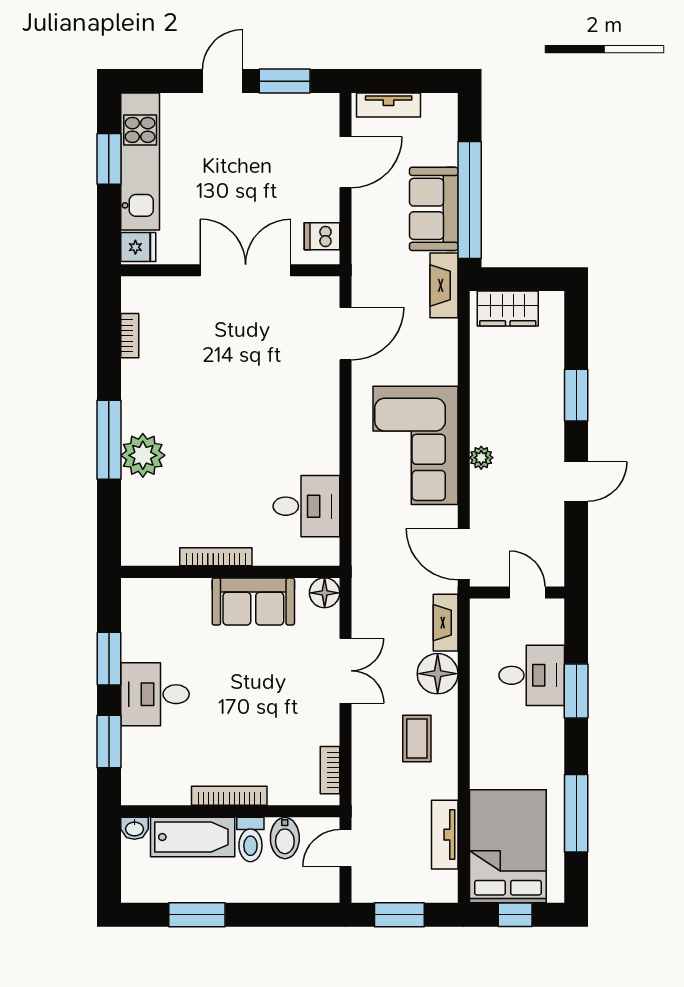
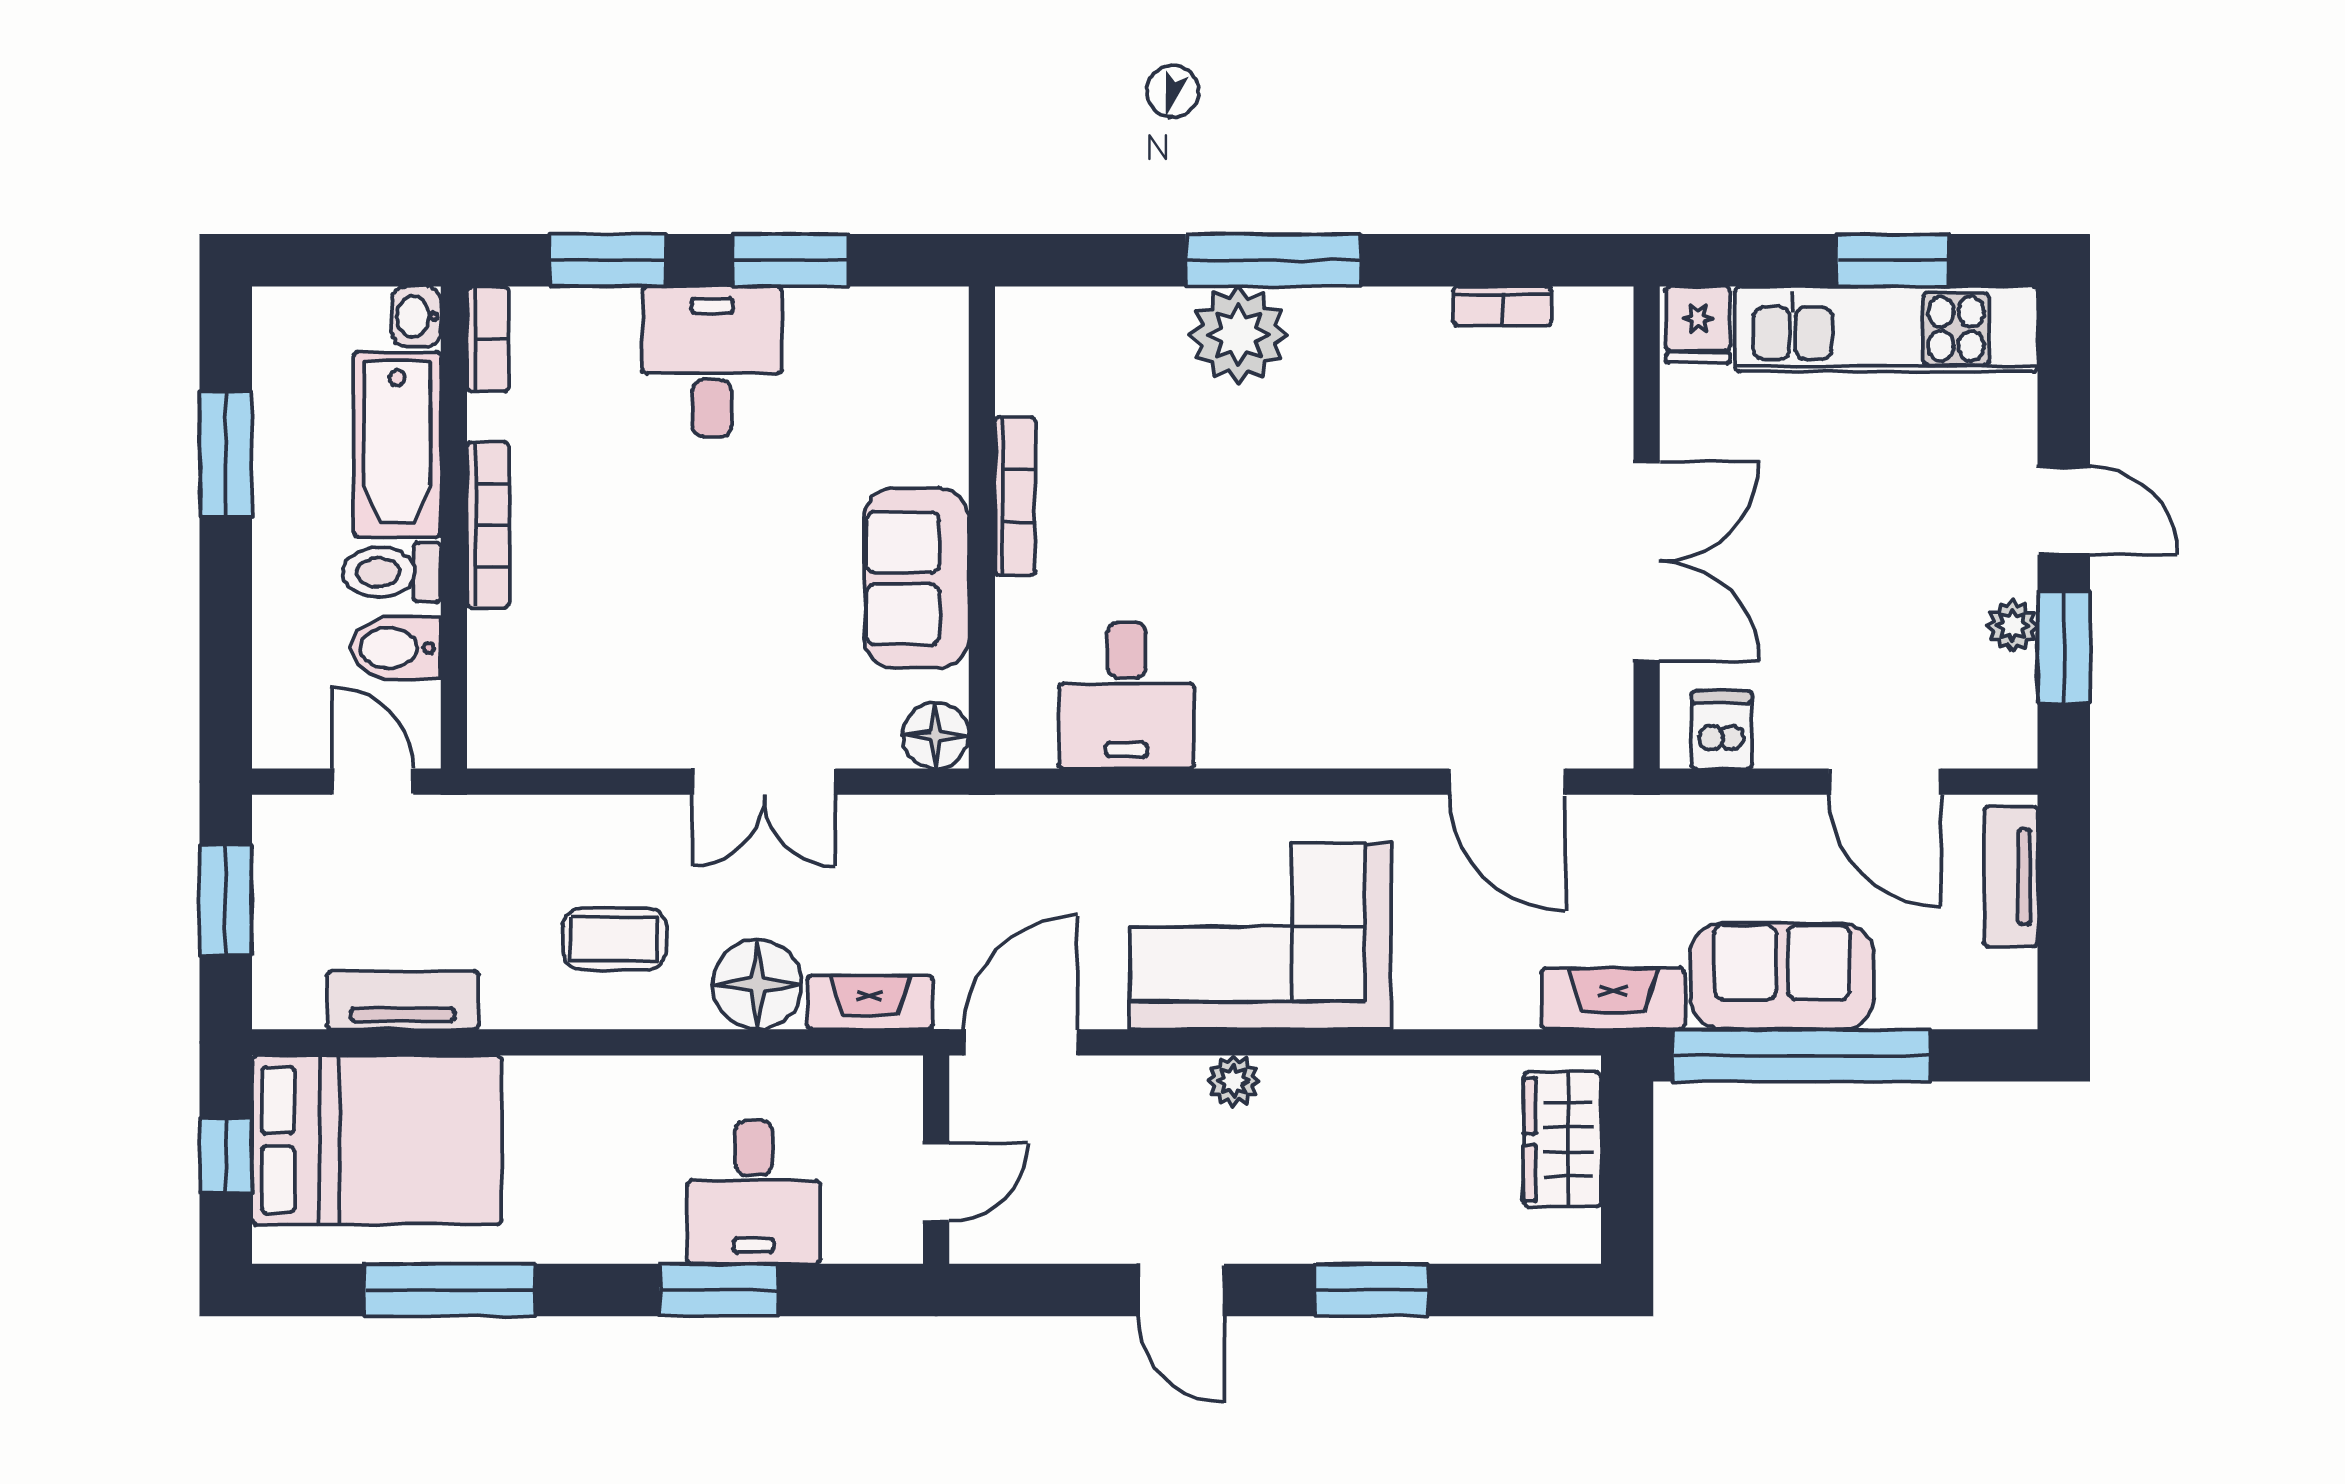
plant: (275, 104) -> (2012, 626), added
bookcase: (330, 770) -> (488, 339), moved, turned 90

